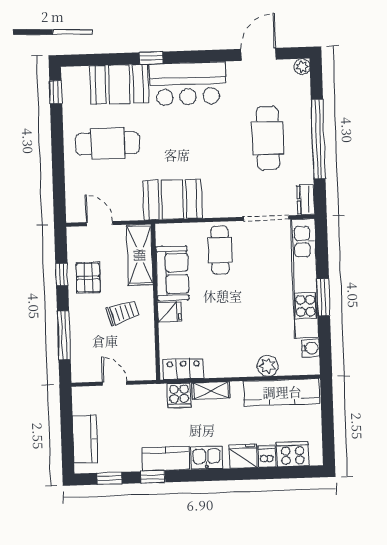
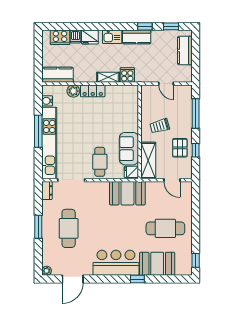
window: (318, 139) -> (38, 227), width x0.47
window: (323, 297) -> (38, 131), width x1.44
fridge: (169, 312) -> (131, 172), moved
locker: (183, 369) -> (93, 91), moved
kitchen counter: (282, 392) -> (58, 75), width x0.67

